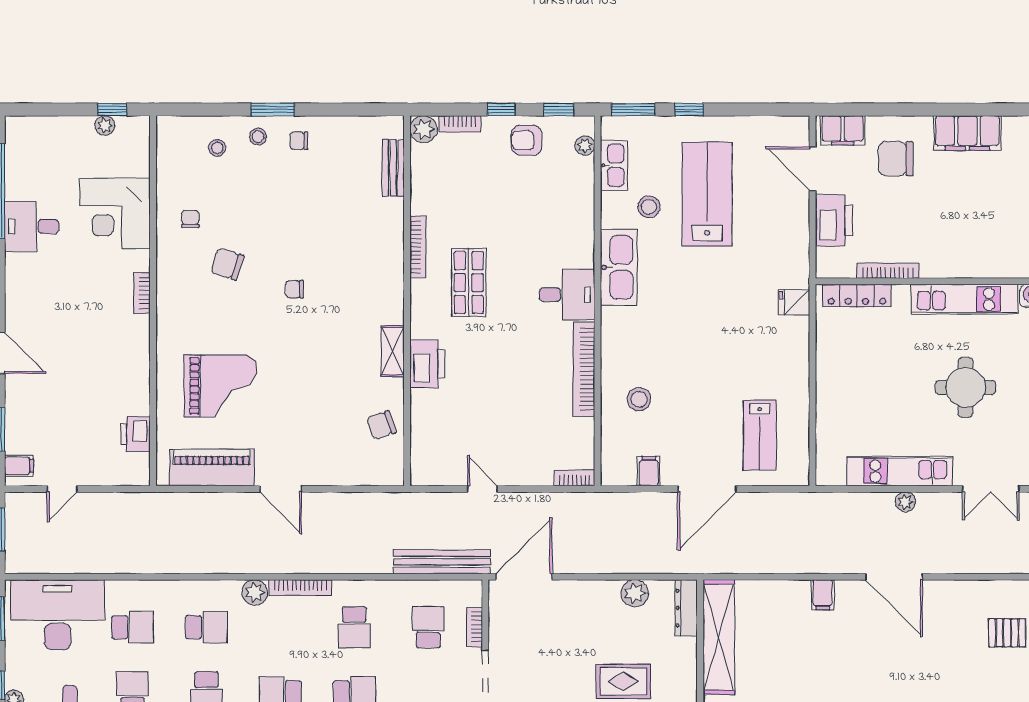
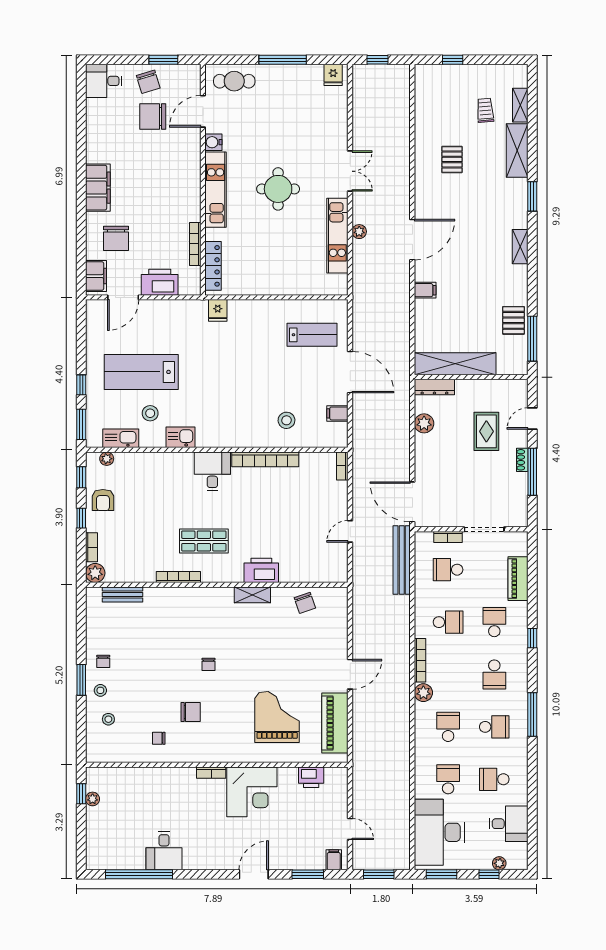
corner desk: (115, 213) -> (252, 792), moved
chair: (227, 264) -> (191, 712), turned -108
kitchen sink: (619, 267) -> (180, 437), width x0.53, depth x0.81

